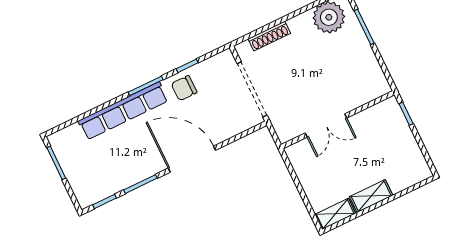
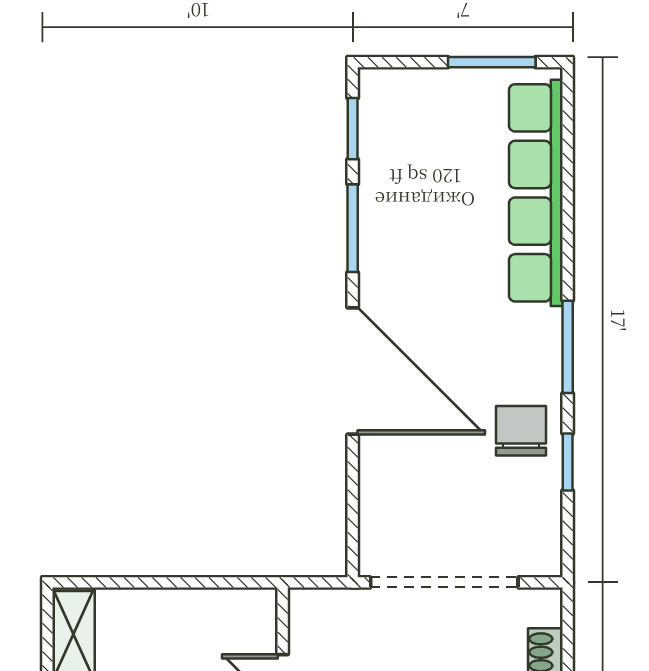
row of seats: (123, 111) -> (536, 193), moved
door: (192, 159) -> (353, 371), hinge flipped

